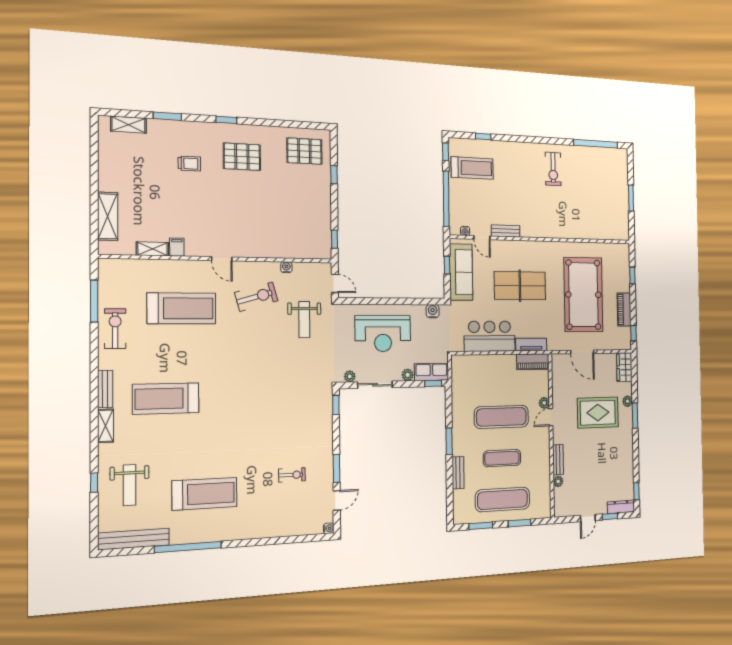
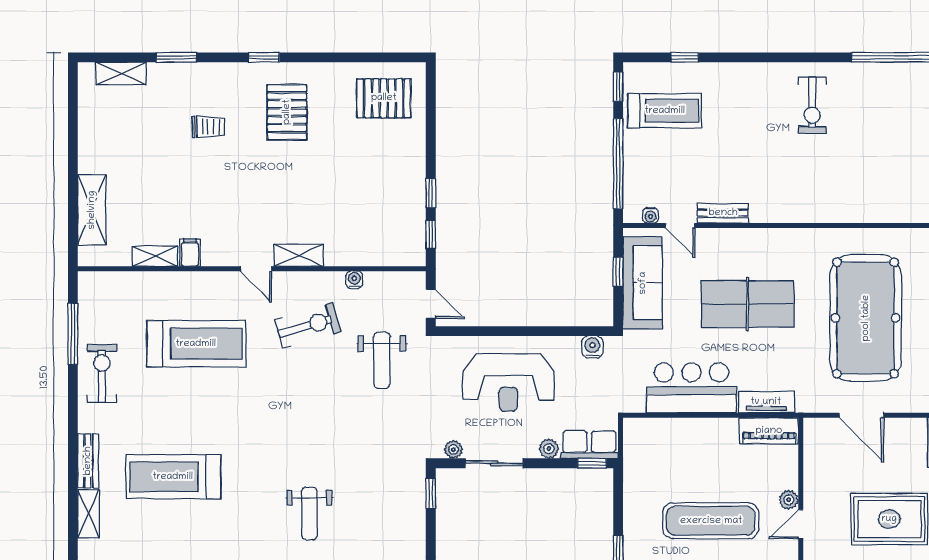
pallet: (242, 157) -> (287, 112), turned 90
window: (334, 175) -> (431, 193), moved
shelving: (250, 250) -> (299, 255), added
weight bench: (258, 420) -> (309, 513), added

